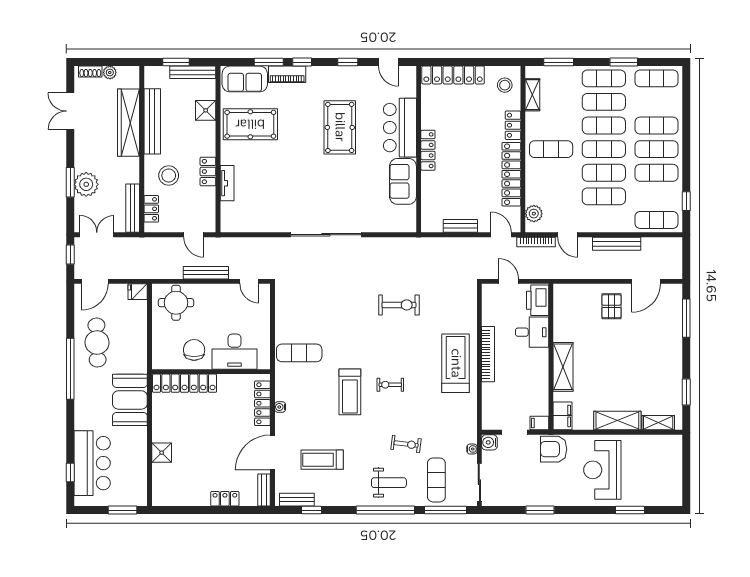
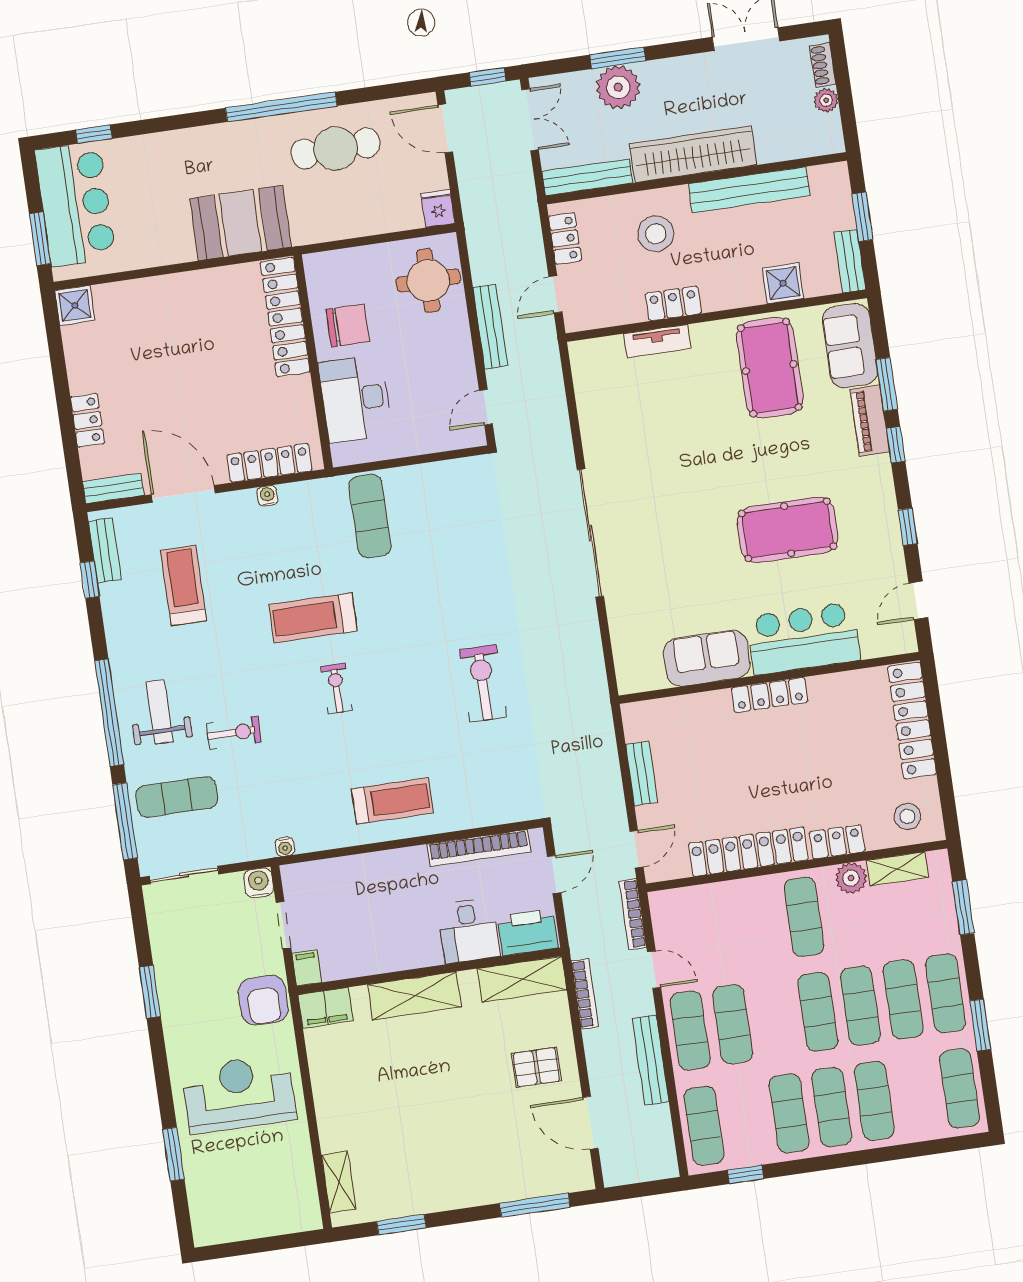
bench: (193, 72) -> (850, 261), width x0.73
wardrobe: (129, 123) -> (693, 154), moved
exercise mat: (604, 173) -> (690, 1031), moved
locker: (151, 209) -> (565, 239), moved, turned -90
plant: (534, 214) -> (851, 878), moved
door: (568, 235) -> (654, 969), swing flipped
bookcase: (576, 274) -> (585, 994), added
exercise bike: (399, 305) -> (483, 683), turned 180
bookcase: (488, 354) -> (479, 848), moved
treadmill: (456, 363) -> (392, 801), width x0.73, depth x0.73
shelving: (617, 421) -> (522, 979), moved, turned 90
exercise bike: (406, 444) -> (234, 733), turned -97
water cooler: (472, 449) -> (285, 847), moved
armchair: (554, 449) -> (263, 1000), turned 180
shower: (162, 453) -> (75, 305), moved
bar counter: (92, 463) -> (75, 204), moved, turned -90
weight bench: (389, 483) -> (160, 712), turned 180

